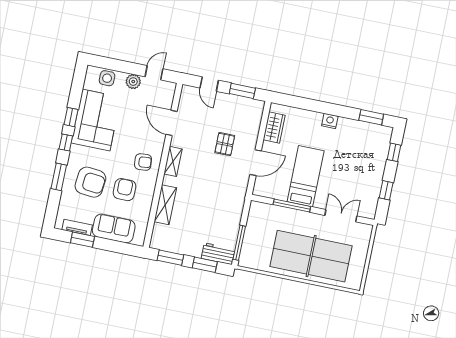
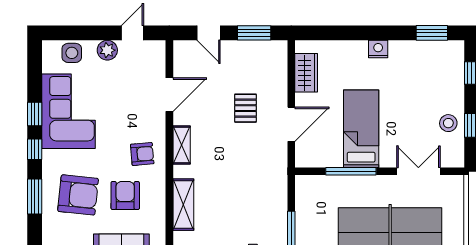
door: (172, 123) -> (169, 95), swing flipped
stool: (370, 185) -> (448, 123), added

